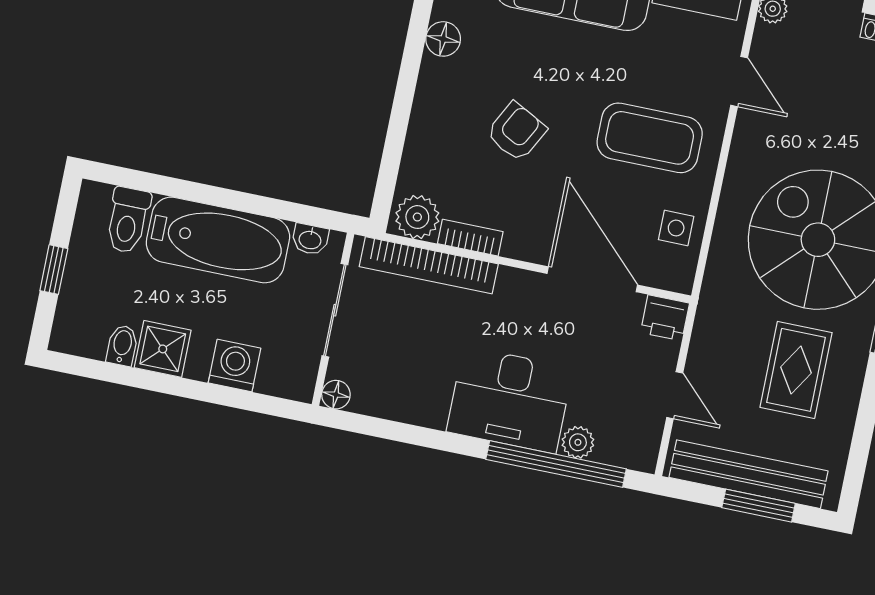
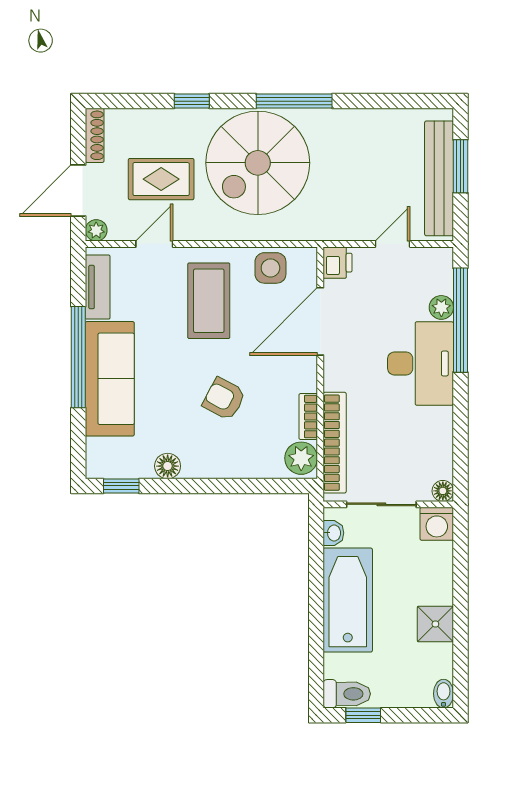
toilet: (128, 220) -> (347, 694), moved
side table: (676, 228) -> (270, 268), width x1.37, depth x1.37
window: (54, 270) -> (363, 715), moved
bidet: (122, 345) -> (444, 694), moved, turned 90
washing machine: (235, 366) -> (437, 524), moved, turned -90
rug: (796, 370) -> (161, 179), moved

